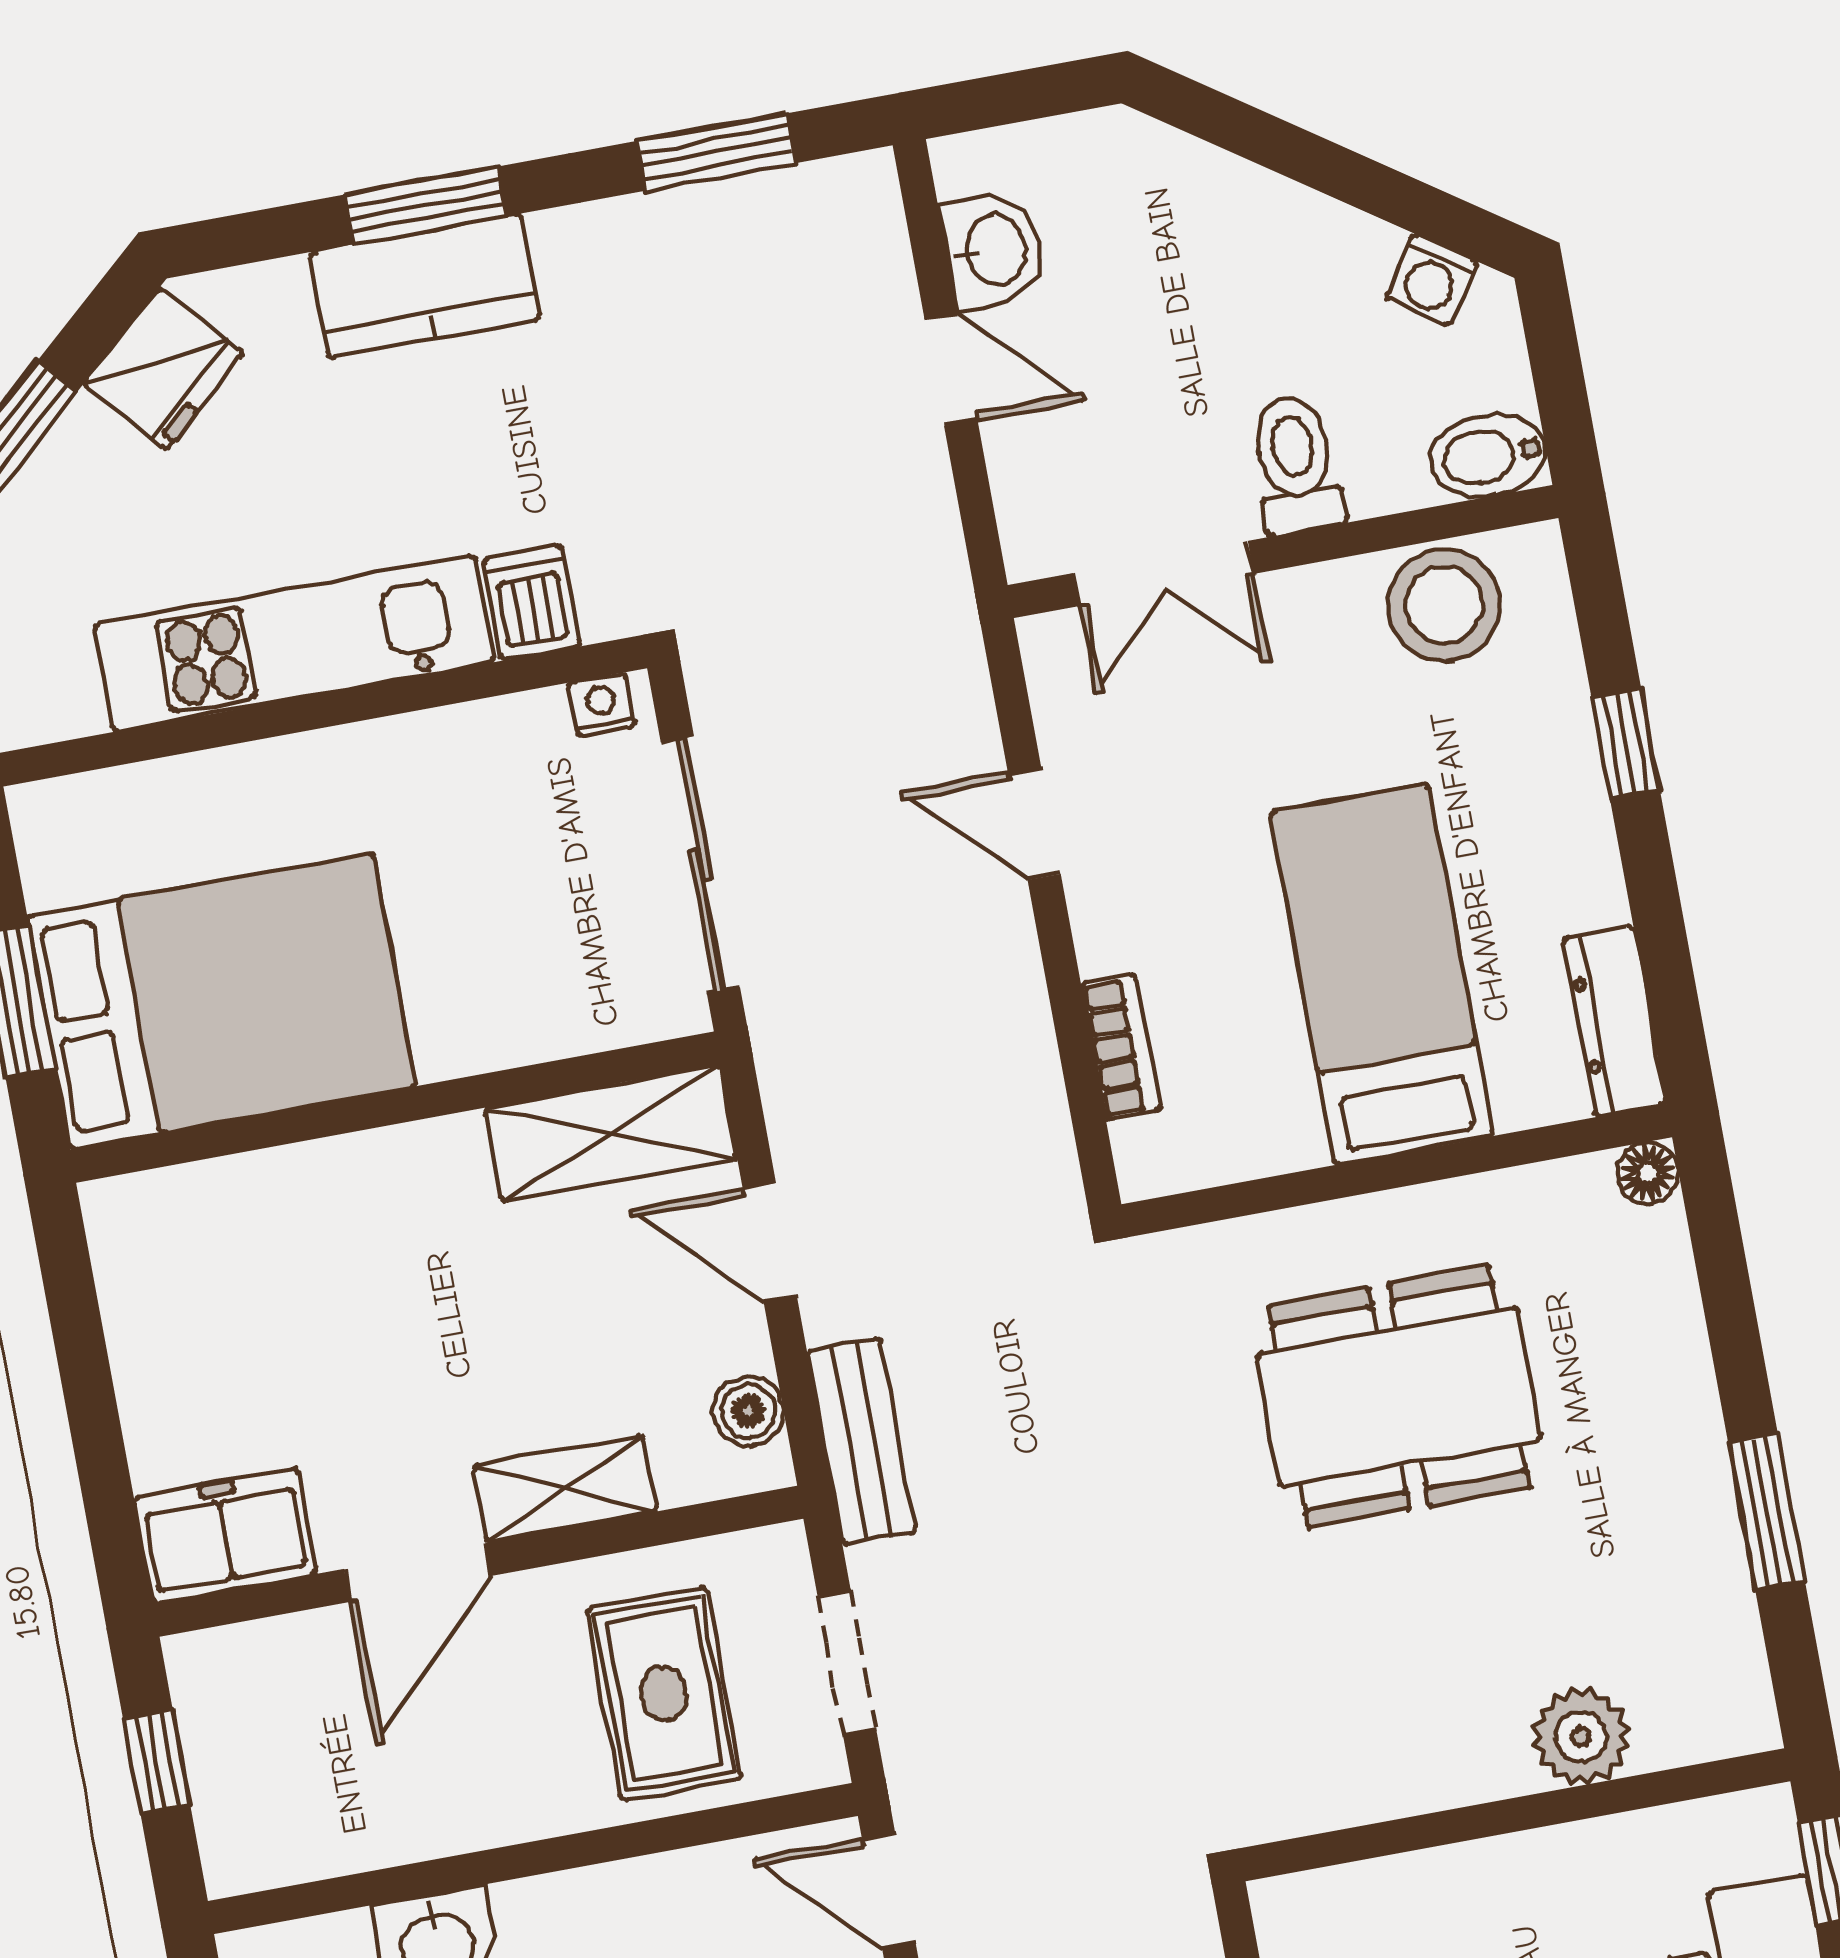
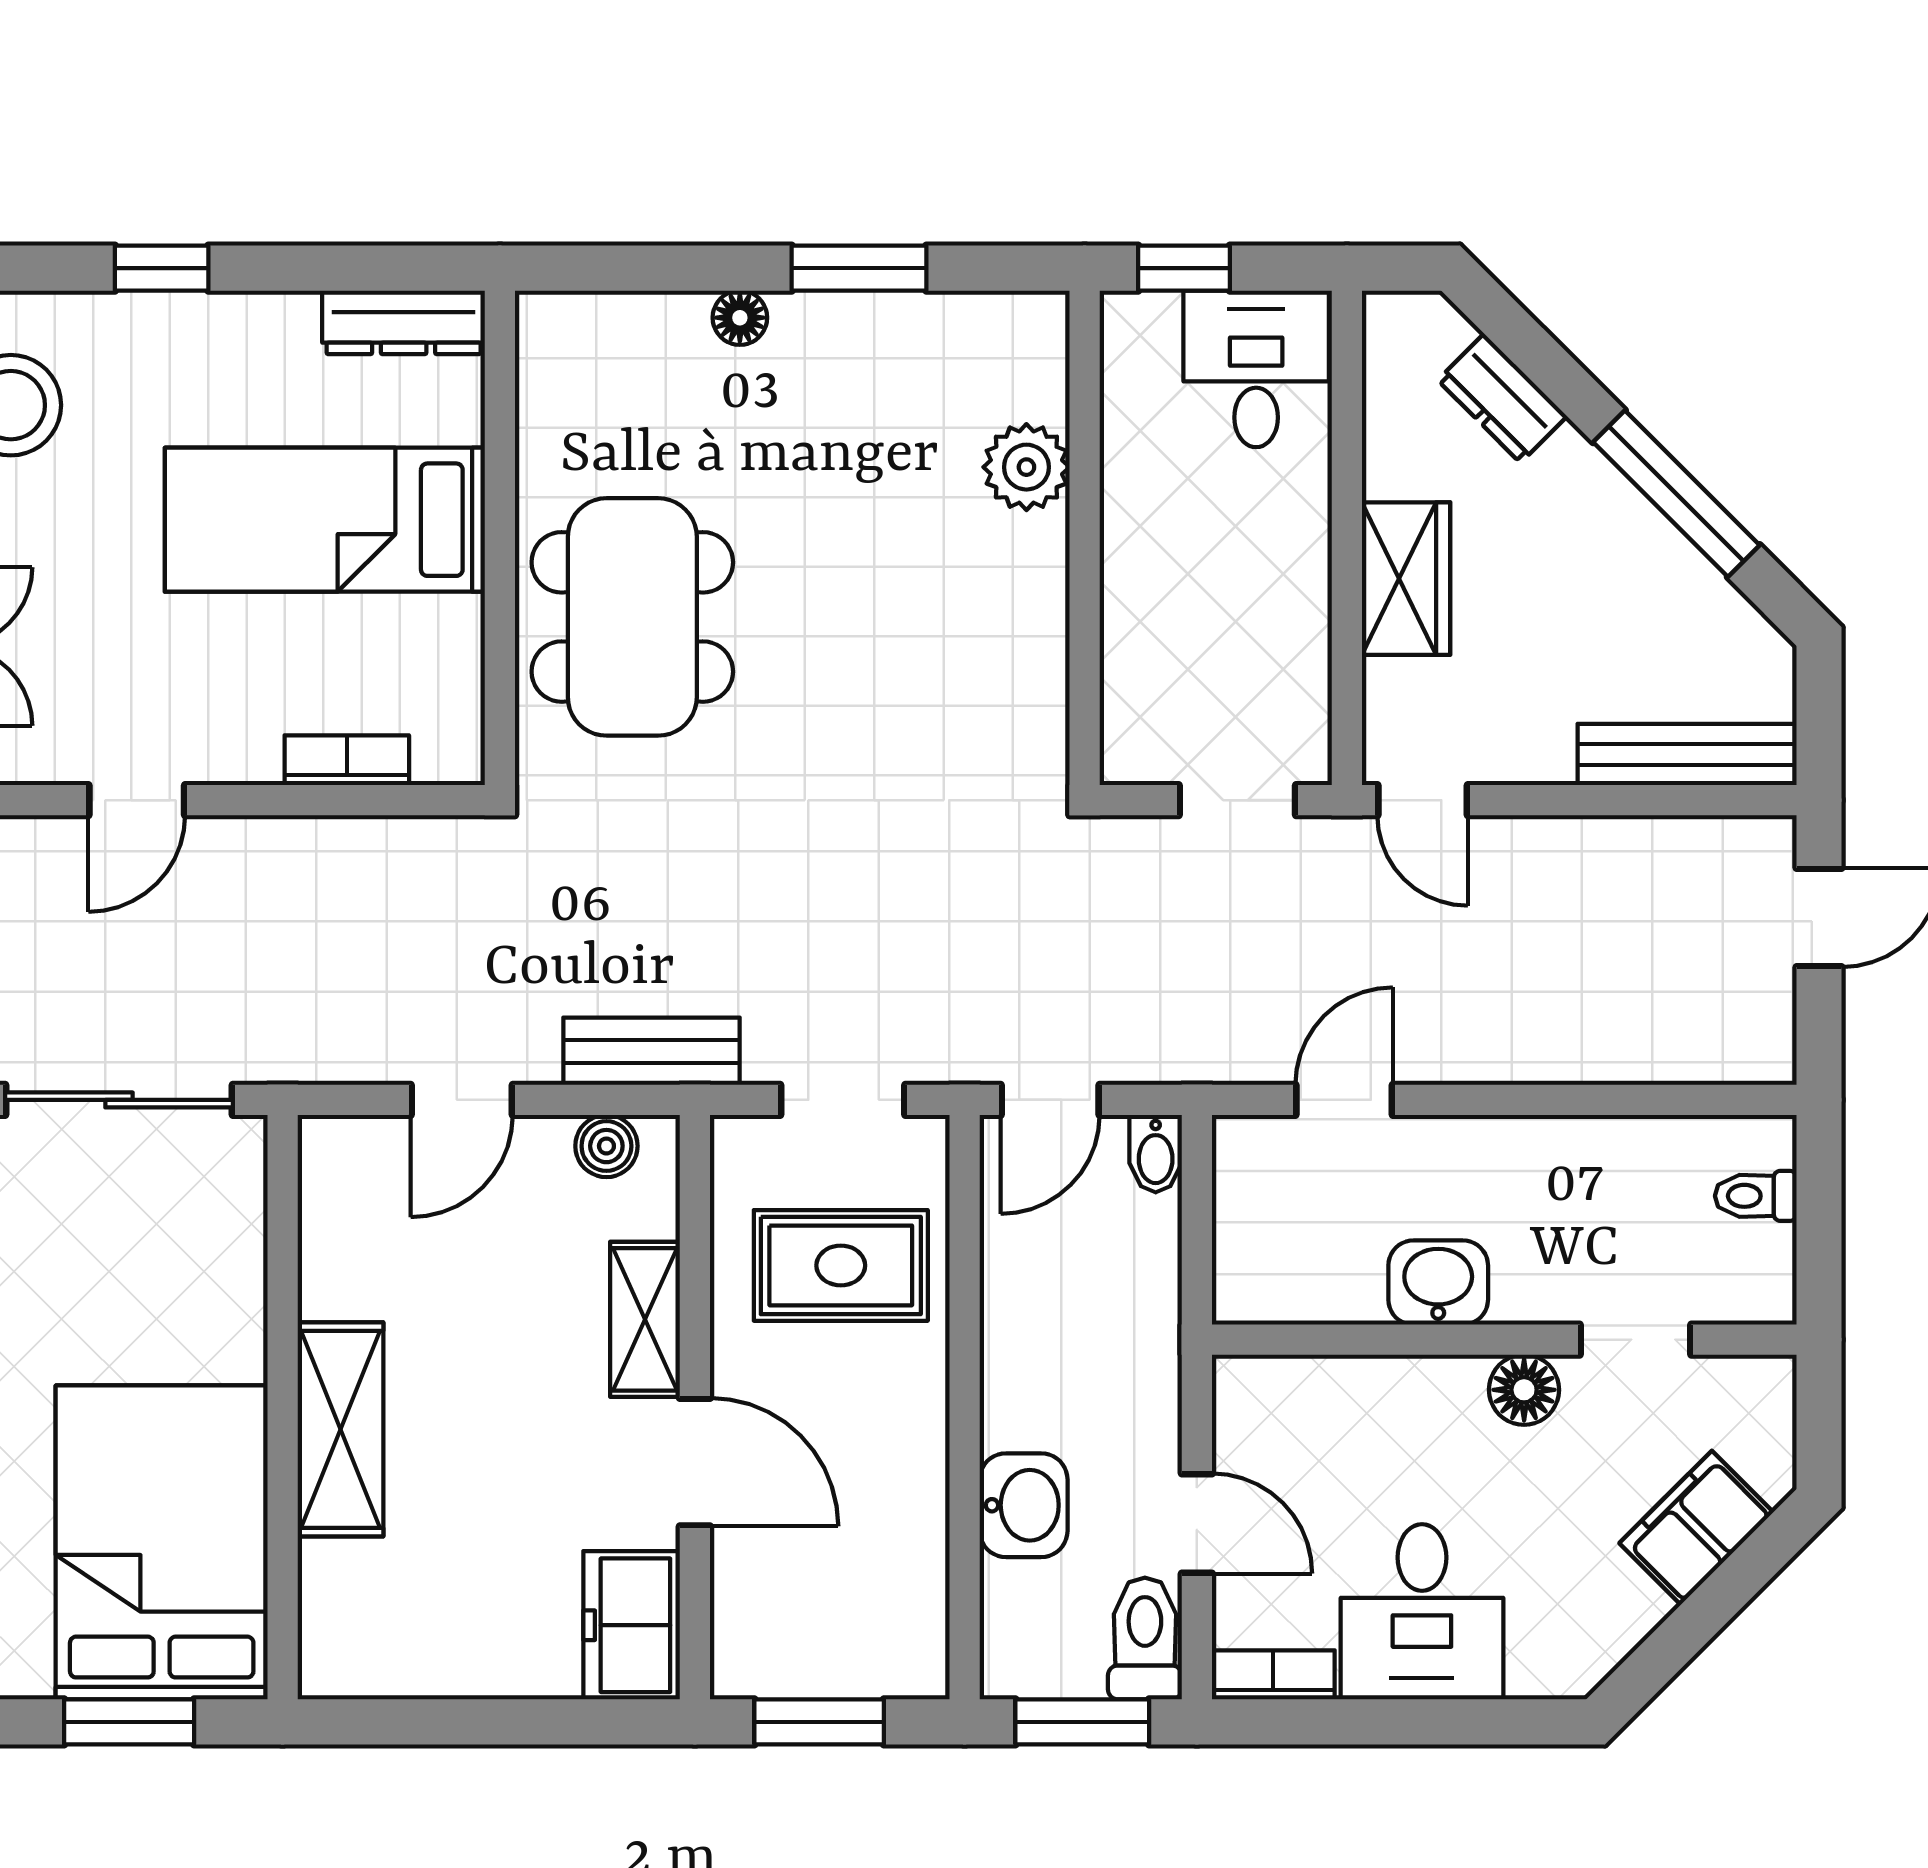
shelving: (611, 1133) -> (340, 1429), moved
floor lamp: (1648, 1173) -> (740, 318), moved
dining table: (1399, 1397) -> (632, 617), moved
window: (157, 1762) -> (819, 1722), width x1.50

